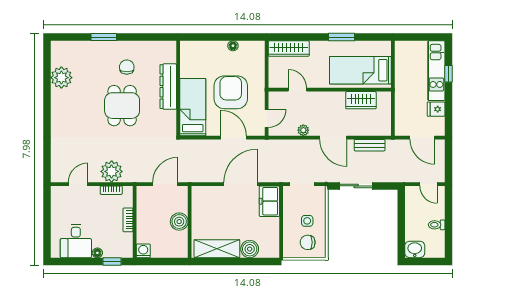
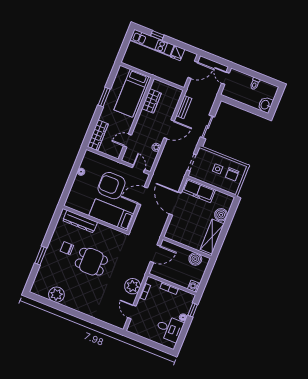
dresser: (168, 87) -> (80, 221), moved
door: (165, 184) -> (155, 254), swing flipped
door: (428, 184) -> (225, 78), swing flipped
freezer: (269, 201) -> (199, 191), width x1.40
boiler: (179, 222) -> (195, 259), moved

